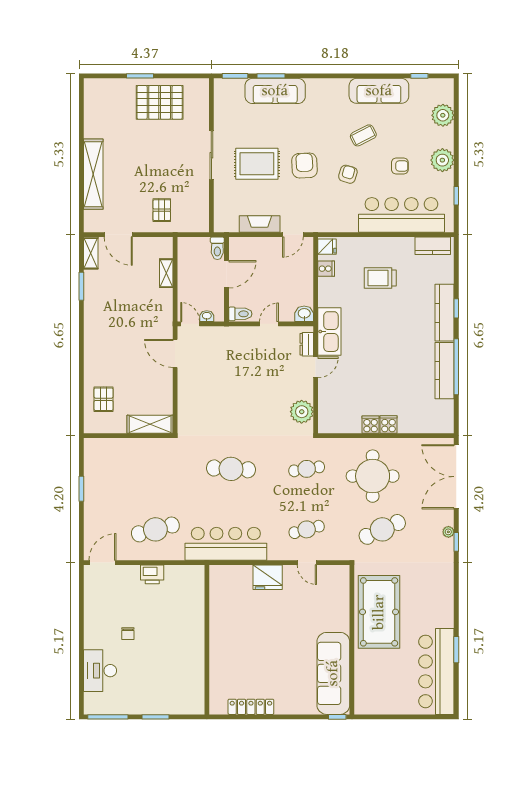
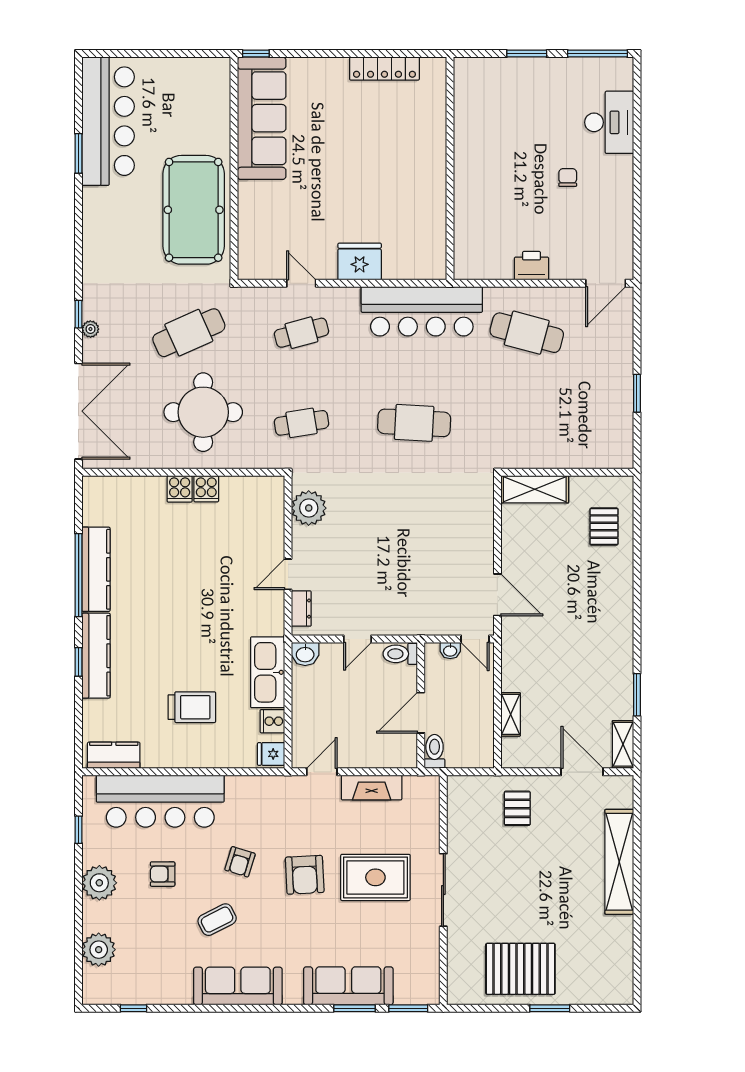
sofa: (379, 91) -> (238, 986), moved
kitchen sink: (329, 332) -> (268, 672), moved
cafe table: (155, 529) -> (527, 333), turned 30

